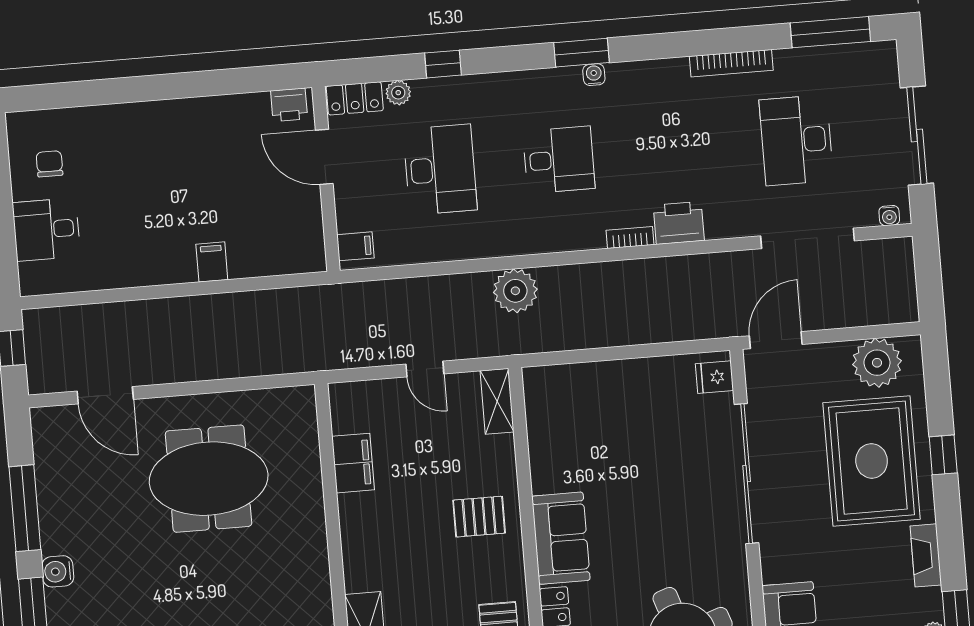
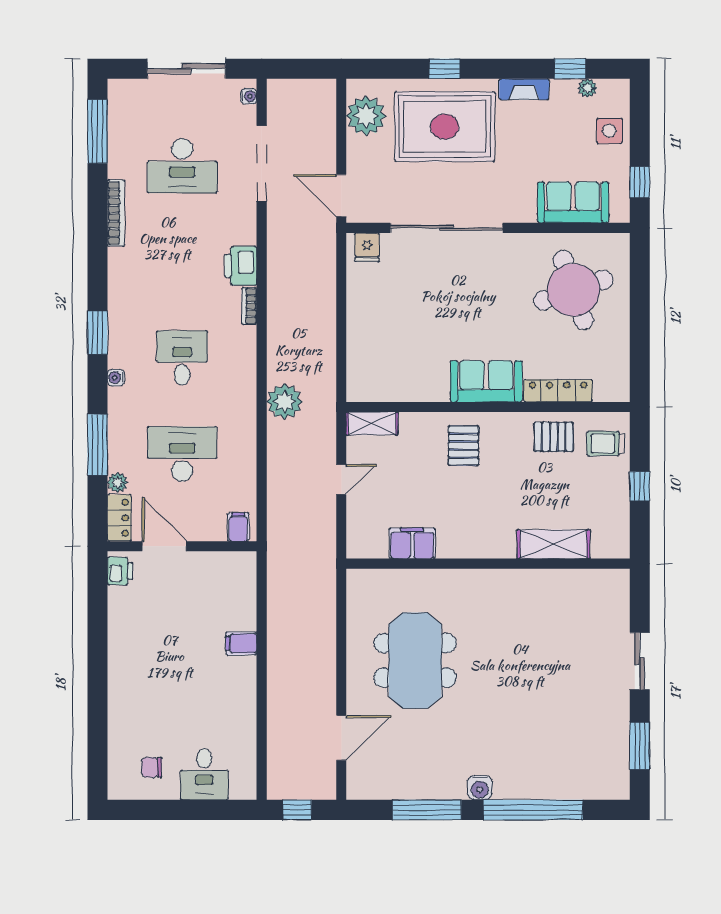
window: (443, 64) -> (98, 445), width x2.17
water cooler: (594, 75) -> (116, 378), moved
door: (324, 157) -> (164, 546), swing flipped

